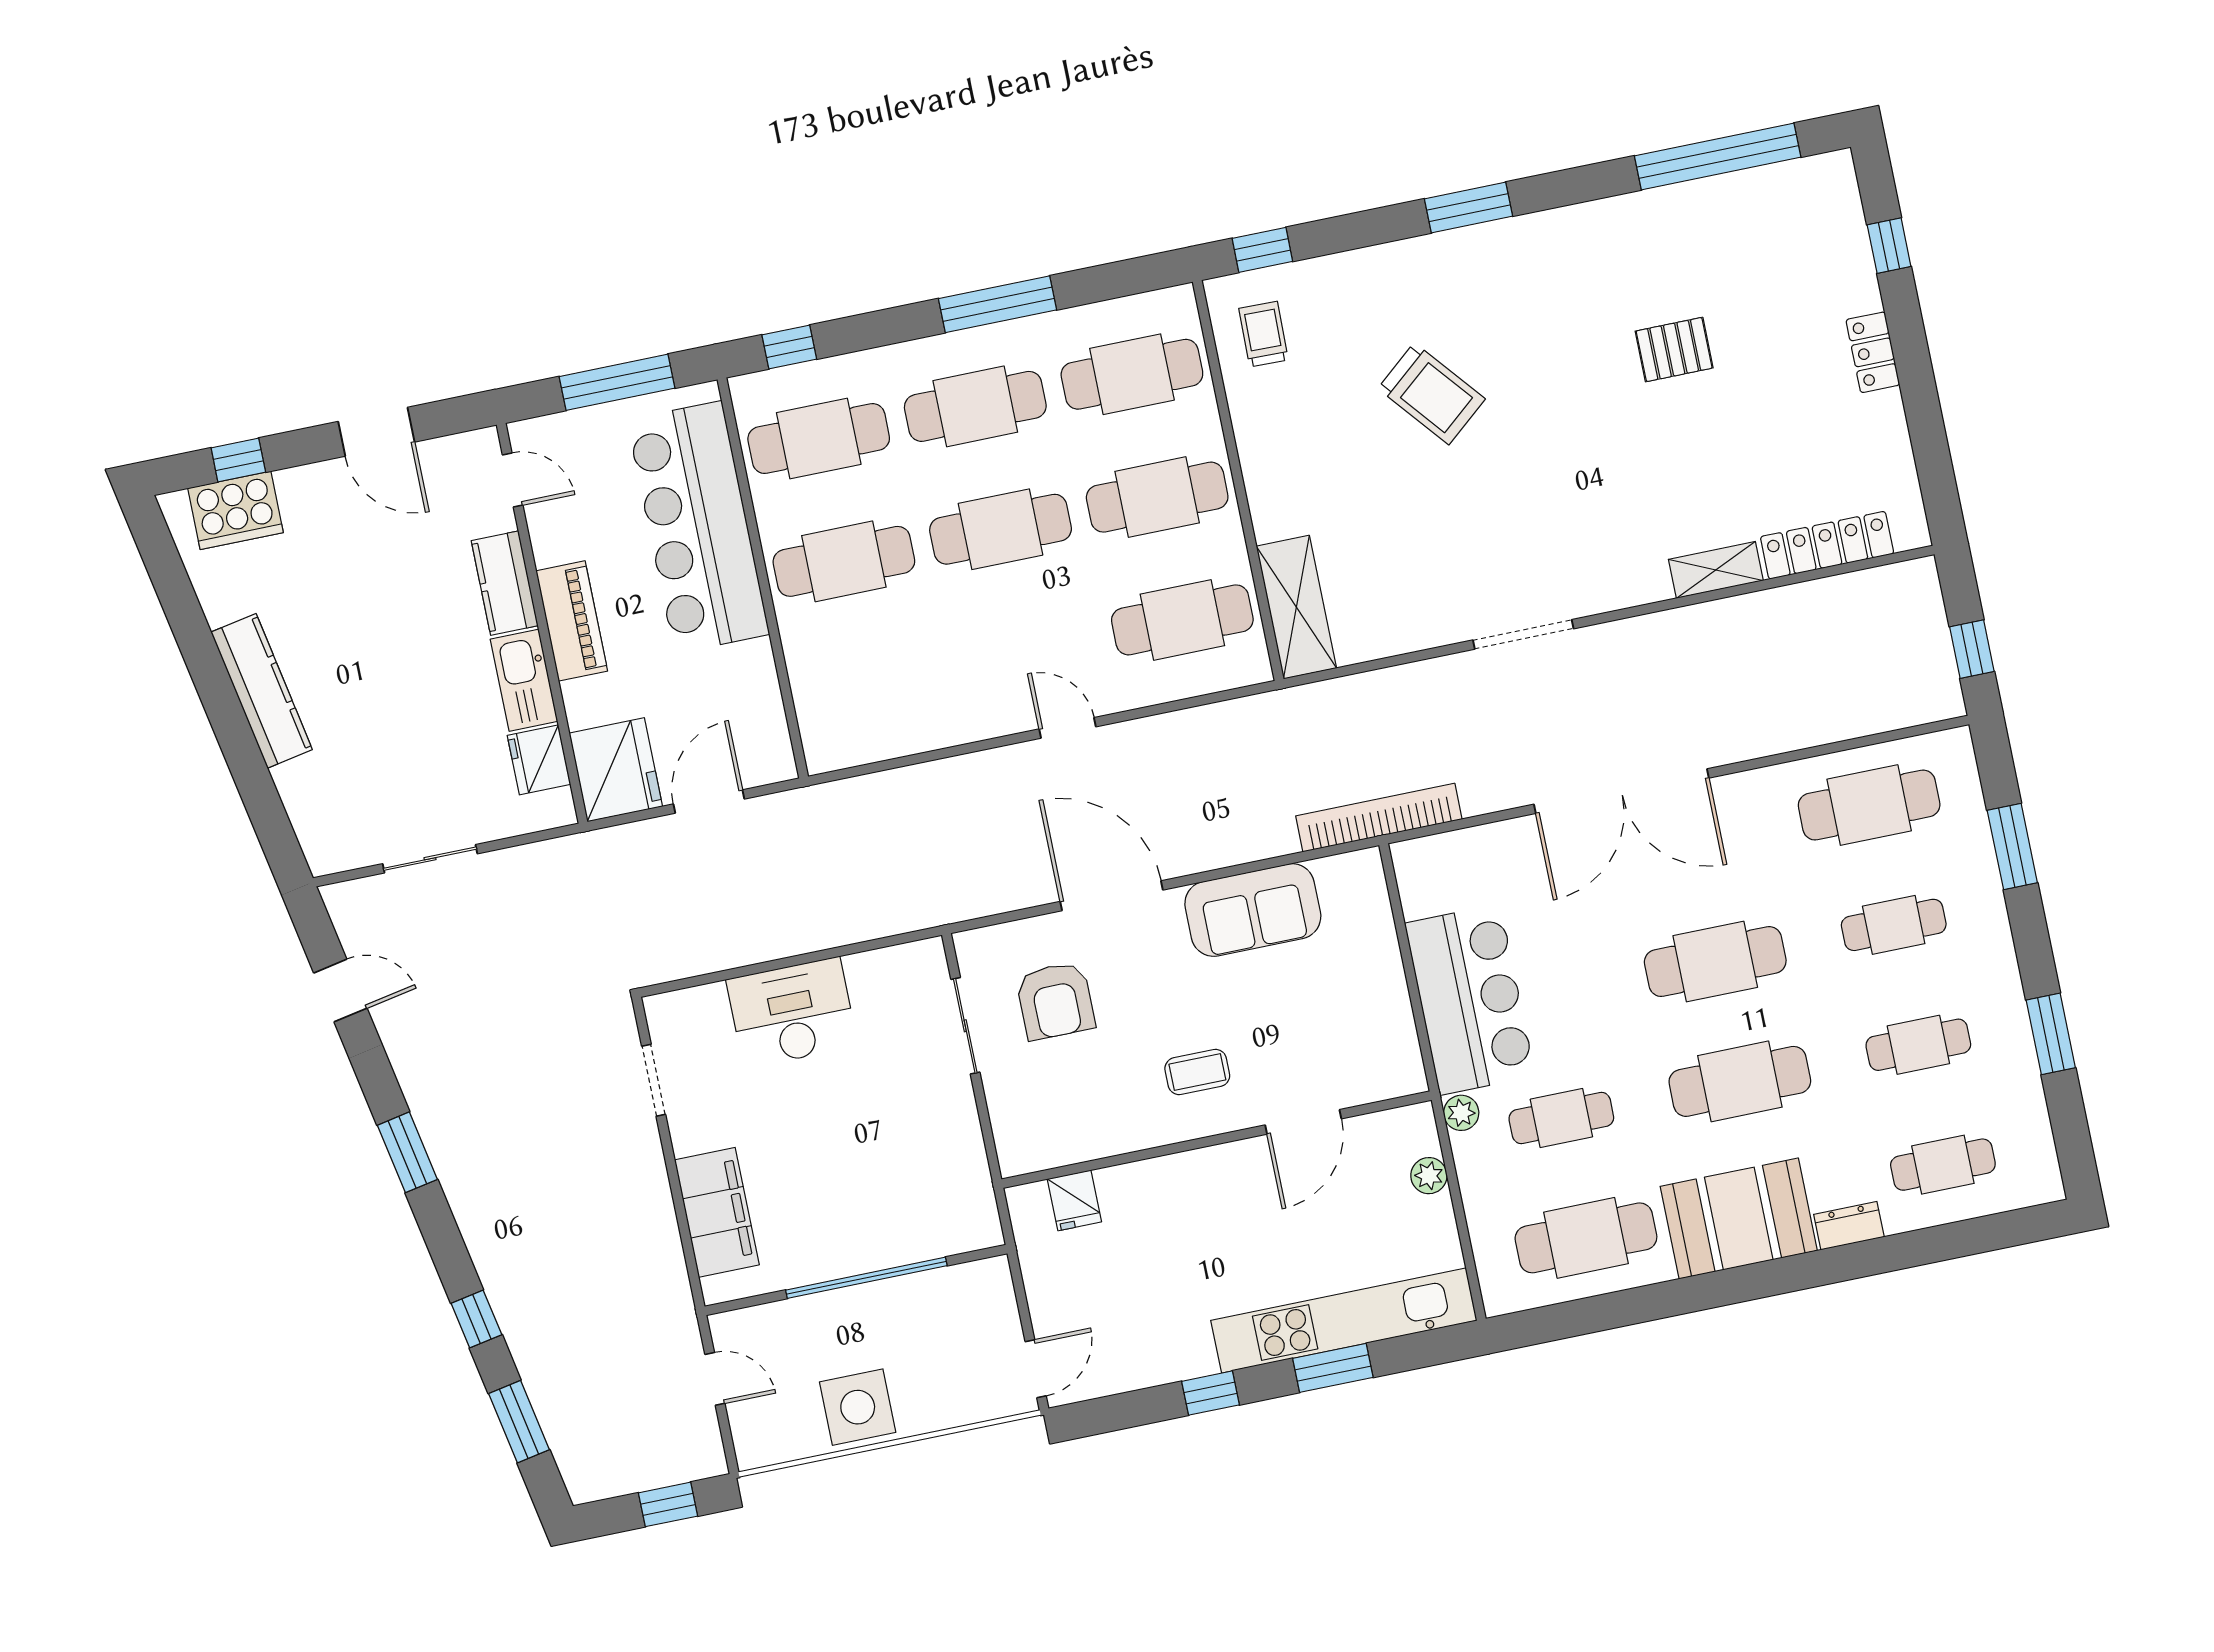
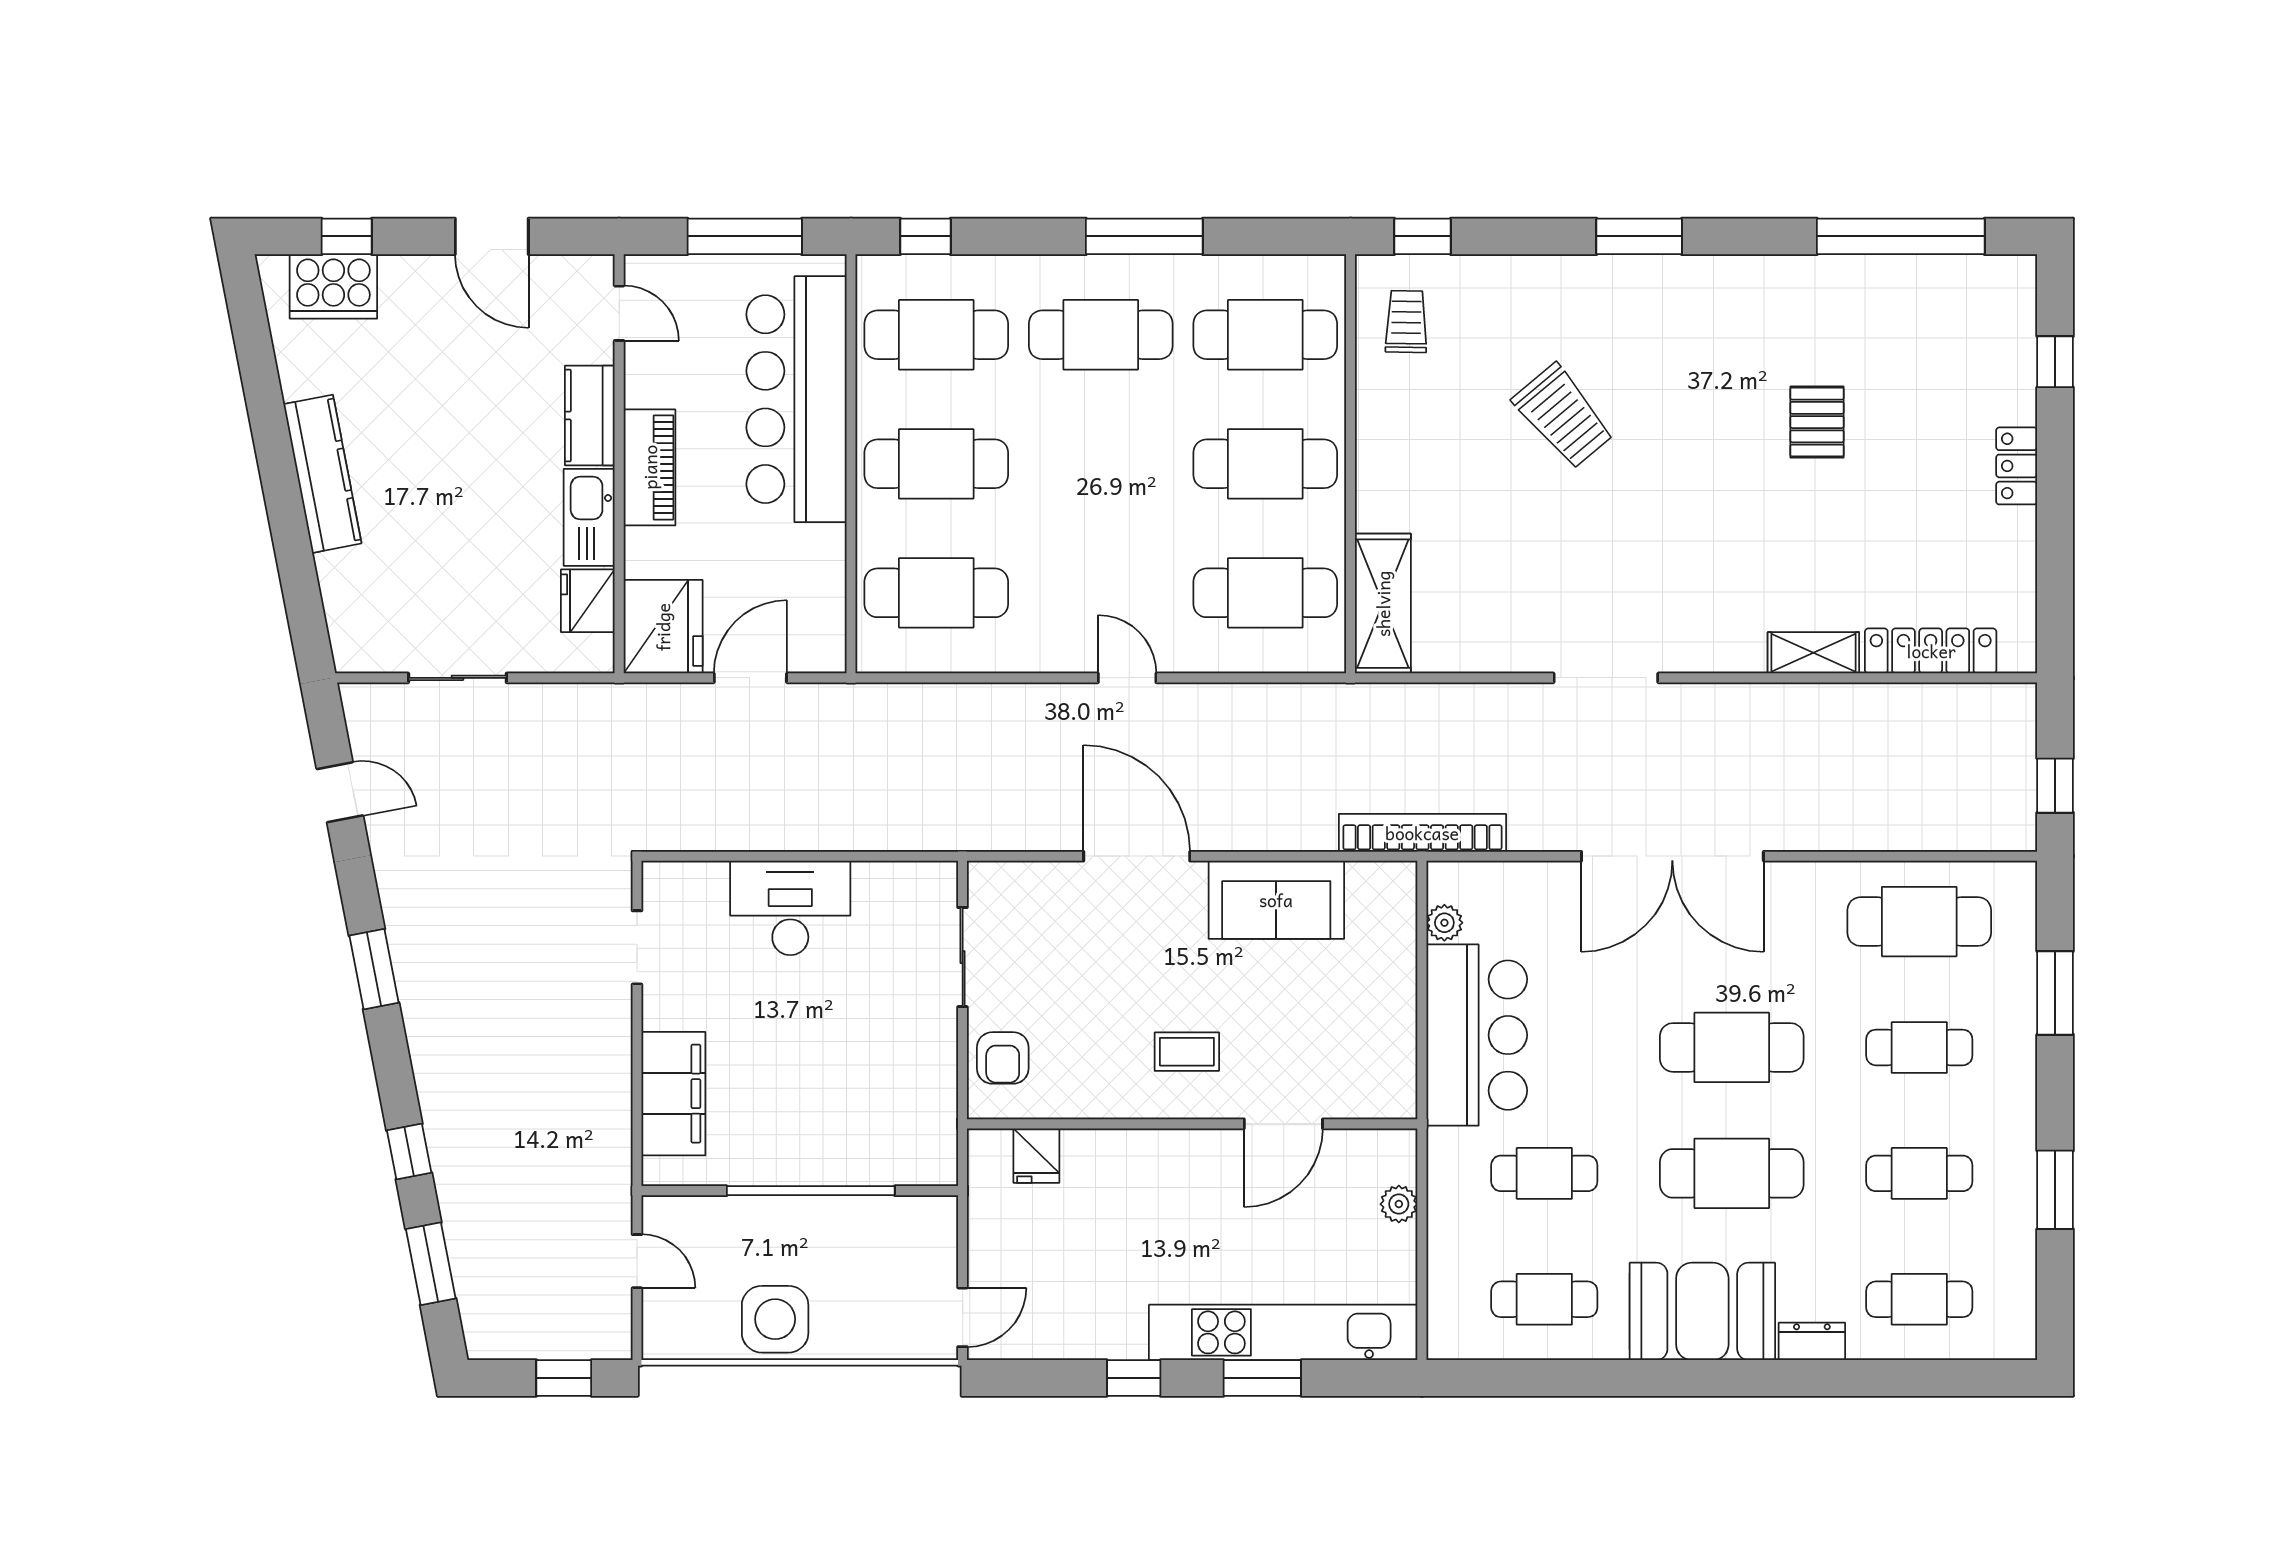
pallet: (1674, 350) -> (1817, 422), turned 90
cafe table: (1001, 529) -> (936, 593), moved
armchair: (1055, 1001) -> (1003, 1058), moved, width x0.72, depth x0.72
plant: (1461, 1113) -> (1444, 923), moved
cafe table: (1586, 1238) -> (1544, 1299), width x0.73, depth x0.74

